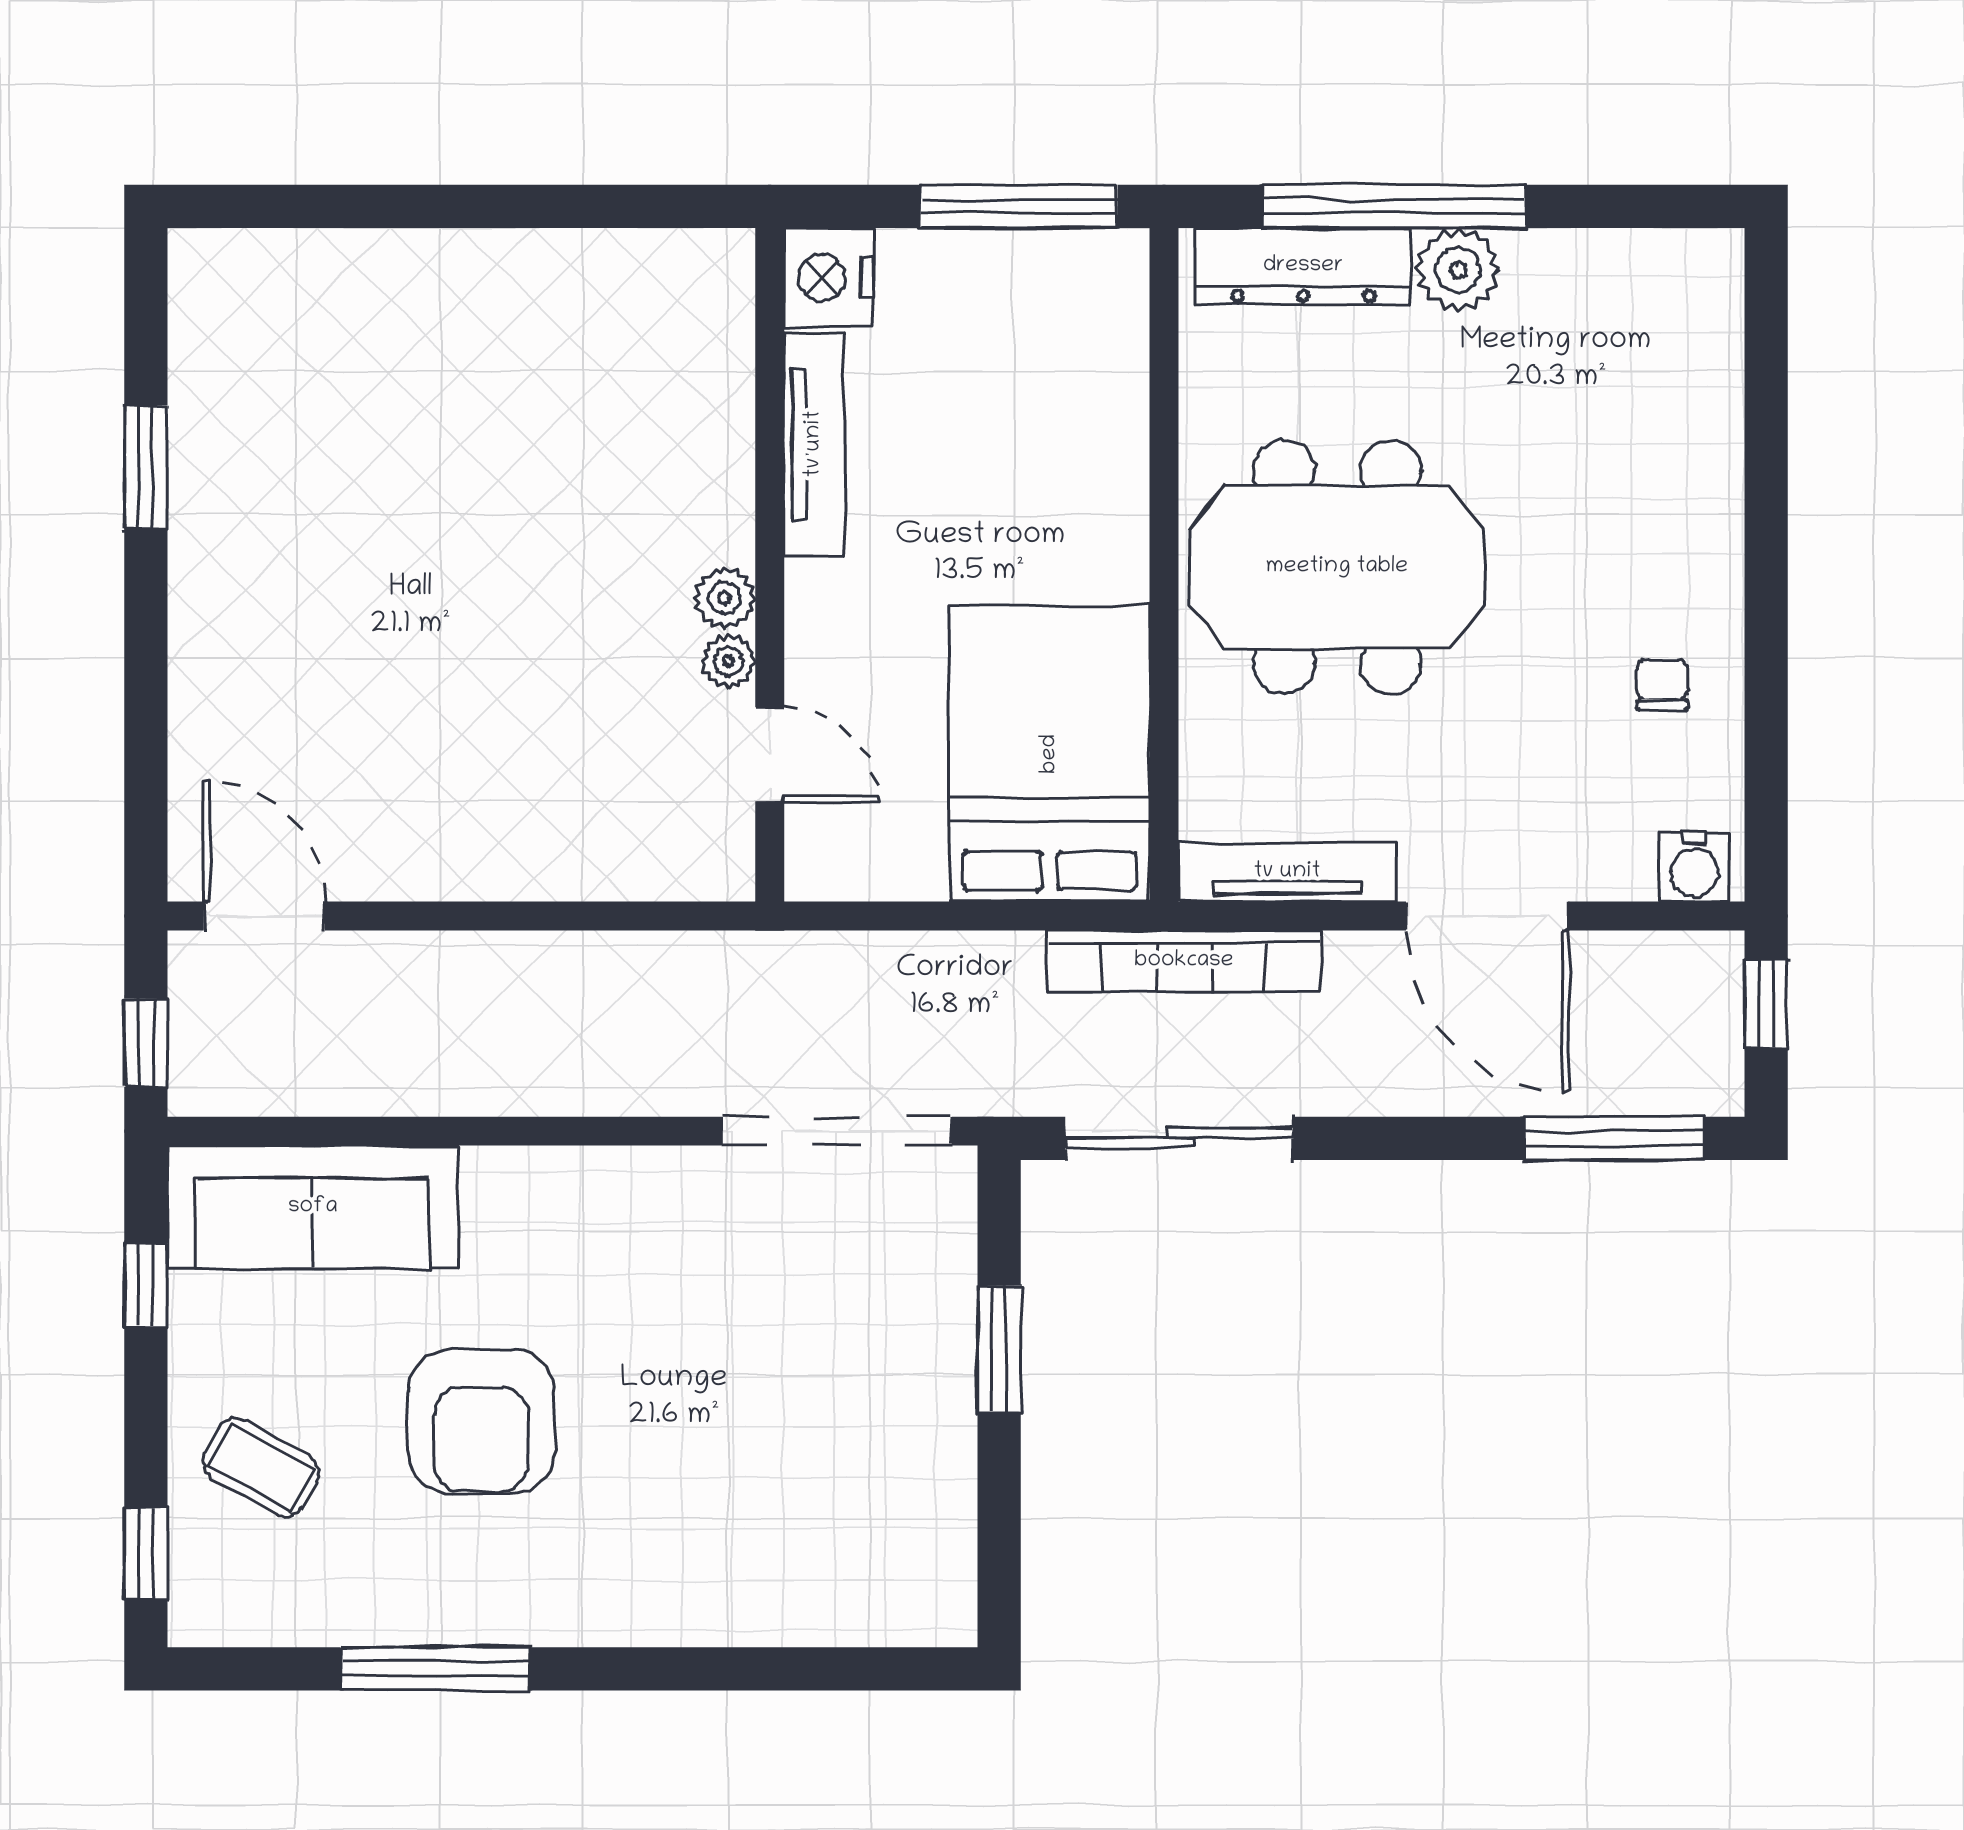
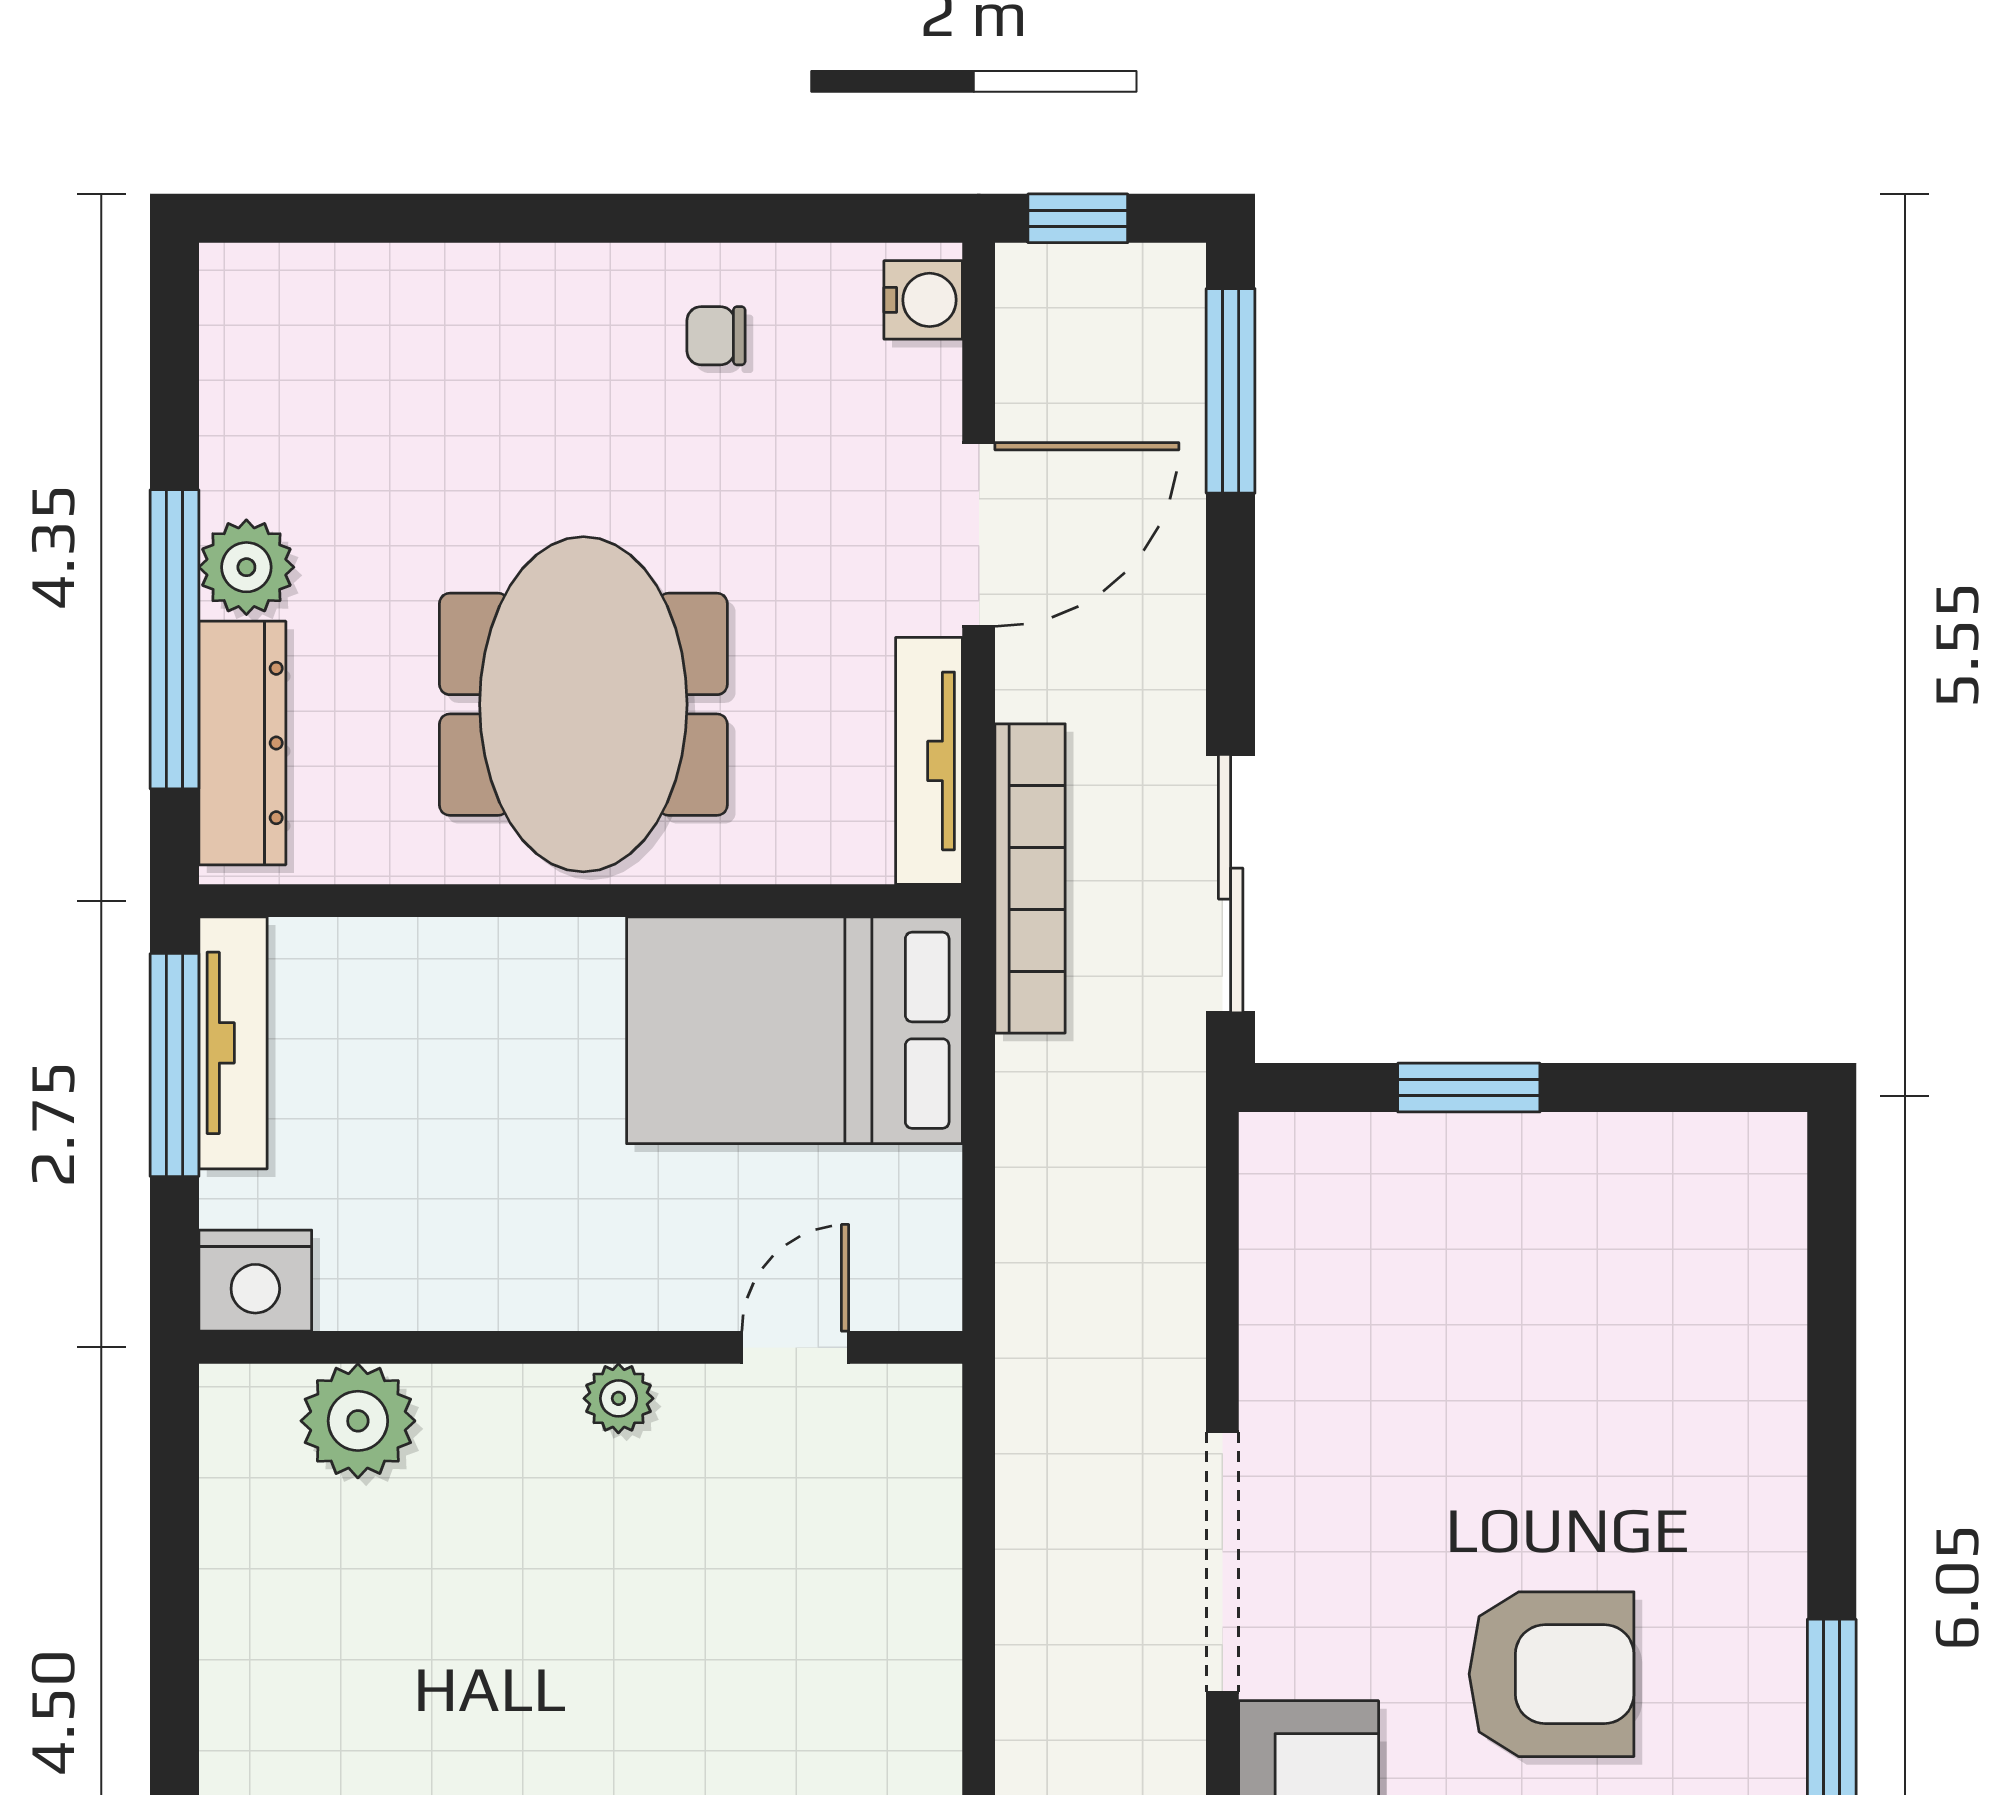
tv unit: (814, 444) -> (233, 1043), moved, turned 90
plant: (728, 661) -> (358, 1421), moved, width x1.87, depth x1.87
doorway: (837, 1131) -> (1222, 1562), moved

